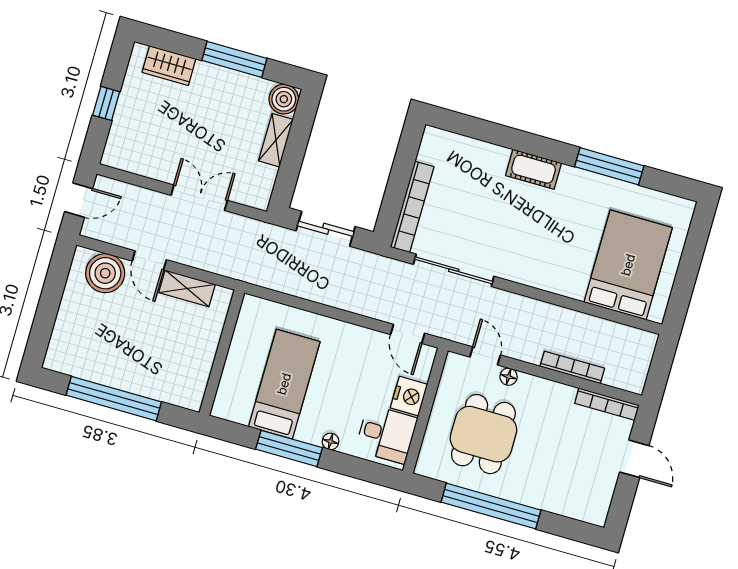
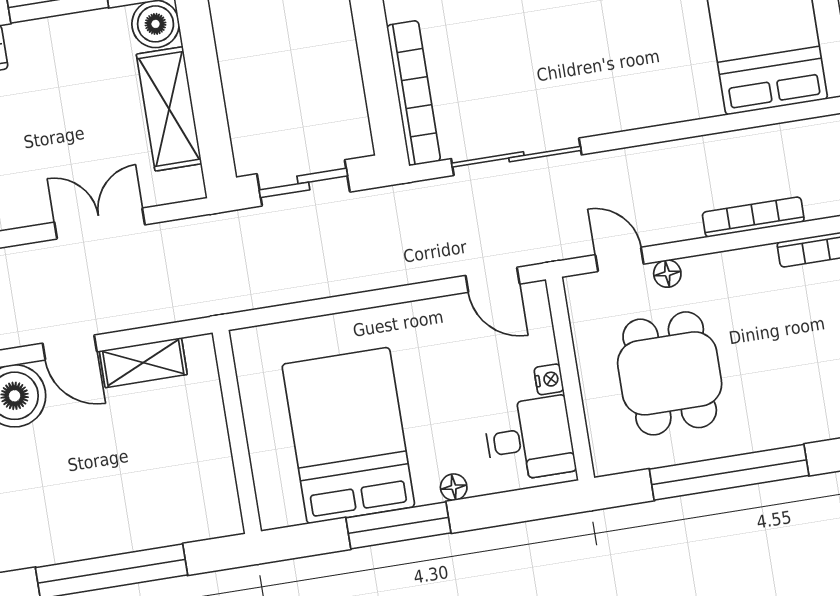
shelving: (276, 140) -> (169, 109), width x1.50, depth x1.33
bed: (284, 384) -> (348, 435), width x1.50
nightstand: (409, 396) -> (549, 379), width x0.53, depth x0.56

